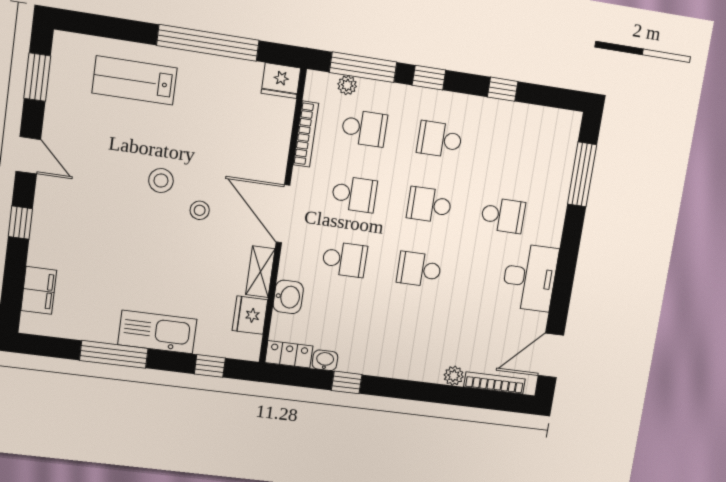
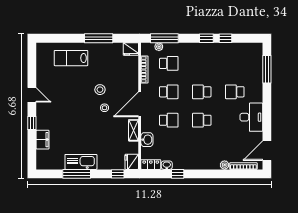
window: (208, 43) -> (99, 38), width x0.68
window: (37, 77) -> (32, 63), removed
window: (429, 78) -> (206, 38), moved
school desk: (440, 139) -> (202, 63), removed
stool: (161, 181) -> (100, 90), moved
door: (283, 214) -> (140, 104), hinge flipped
school desk: (503, 215) -> (235, 92), turned 180
filing cabinet: (39, 290) -> (43, 140), moved
fridge: (250, 315) -> (132, 162), moved
kitchen sink: (157, 332) -> (81, 162), moved

